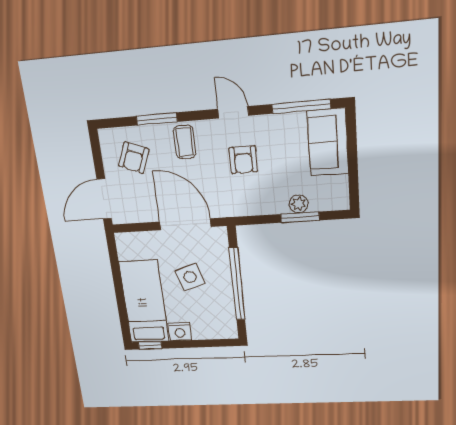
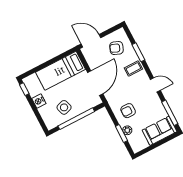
door: (233, 112) -> (155, 85), hinge flipped
armchair: (243, 160) -> (128, 111), moved
side table: (190, 277) -> (64, 107), moved
bed: (144, 302) -> (60, 71), moved, turned 180

